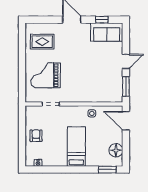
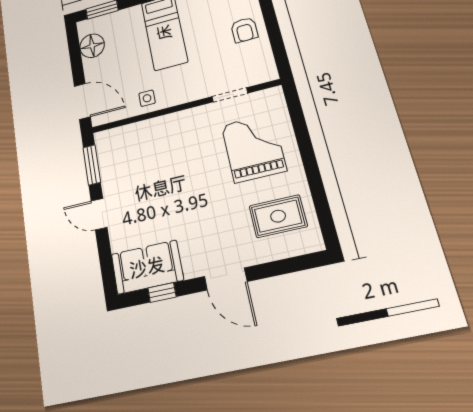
door: (126, 61) -> (99, 214), hinge flipped
grand piano: (46, 75) -> (254, 148), turned -90

